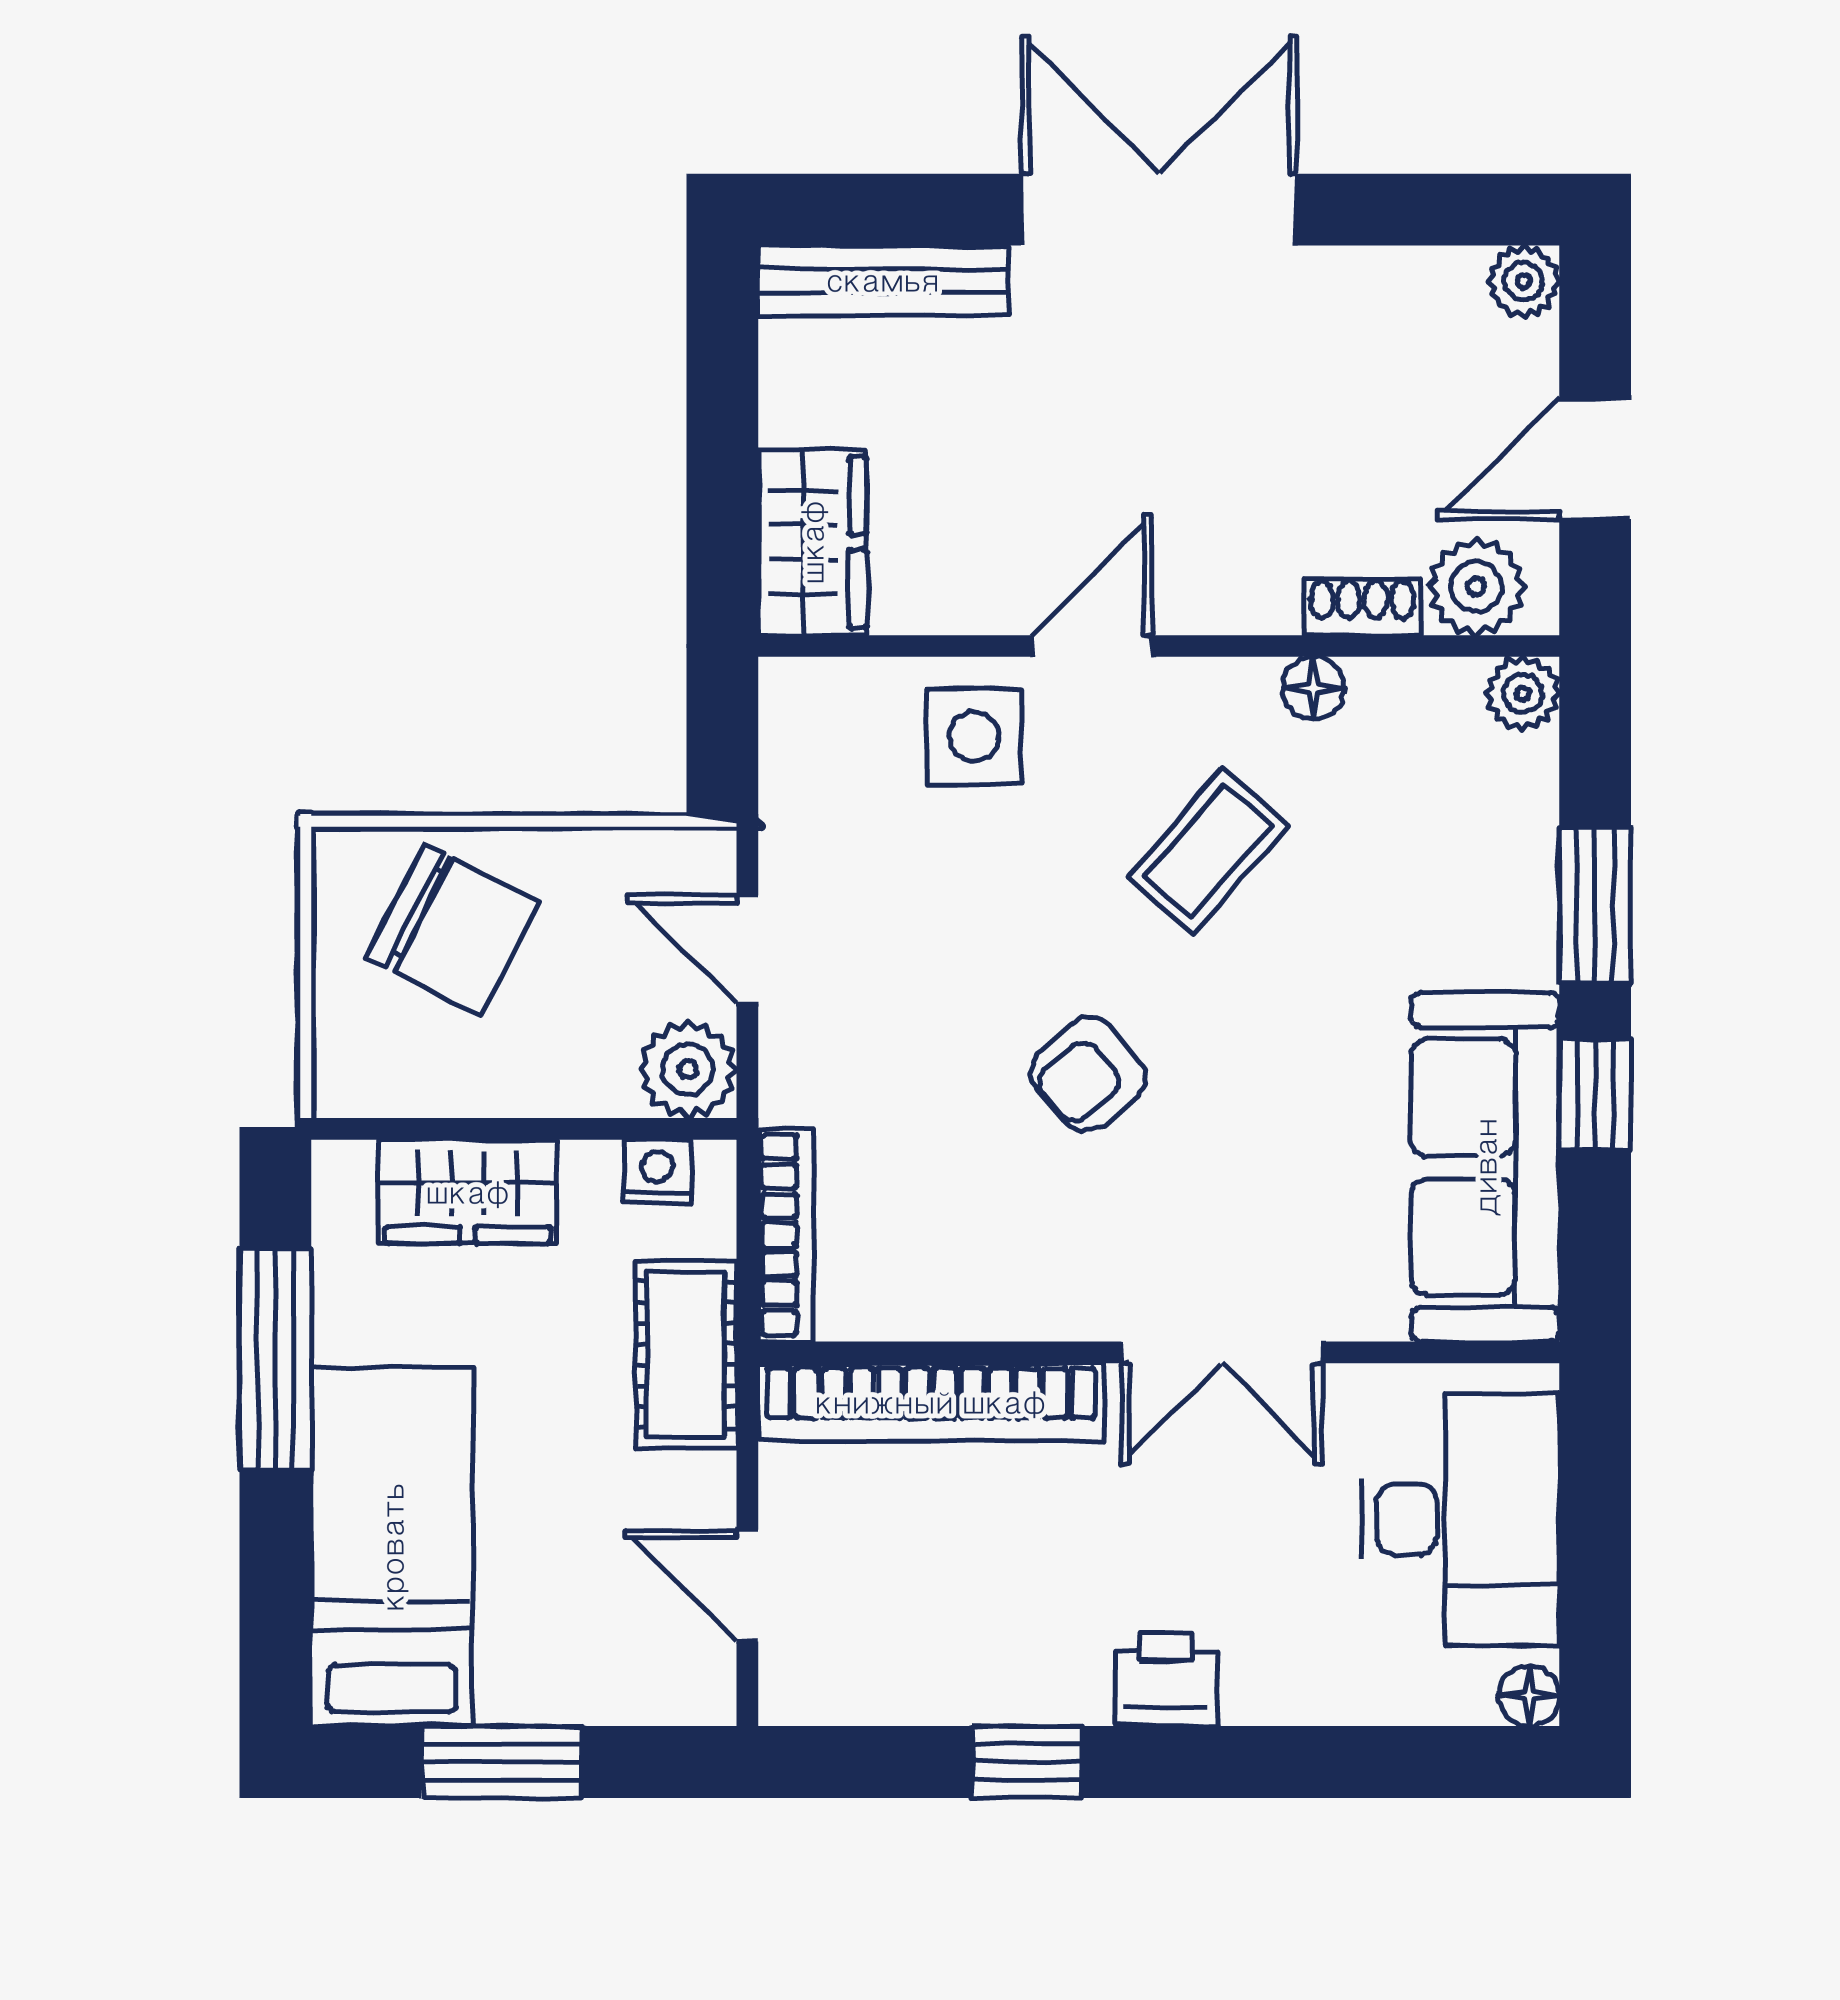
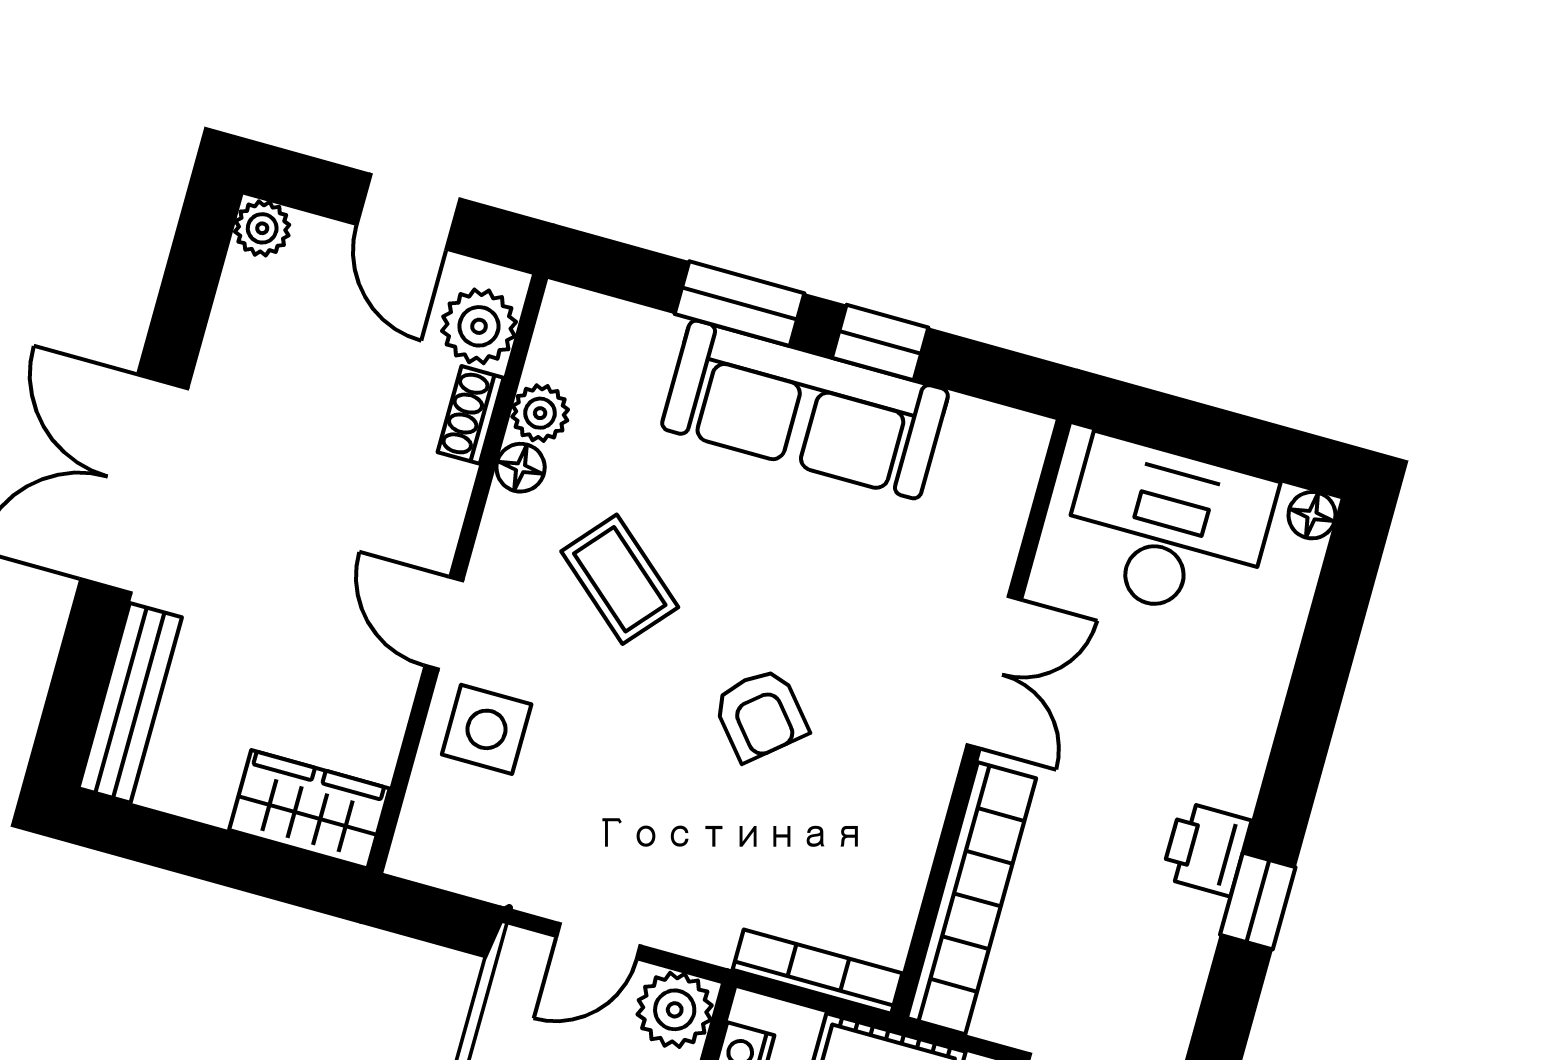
plant: (1523, 693) -> (540, 413), moved
sofa: (1485, 1167) -> (805, 409), moved
printer: (1166, 1679) -> (1206, 849), moved

